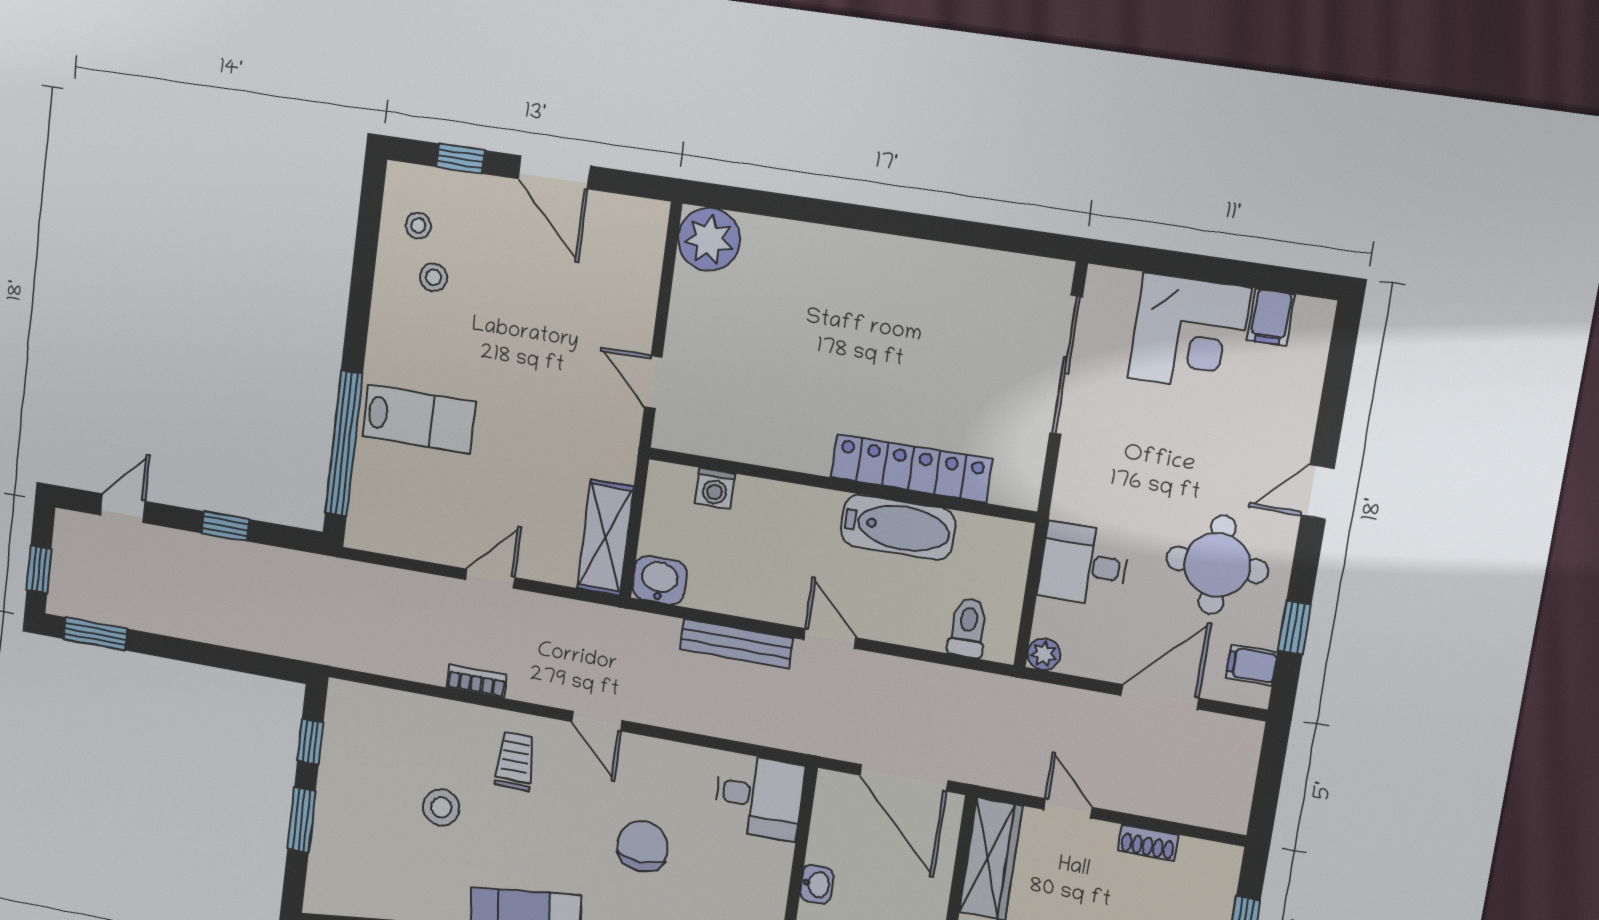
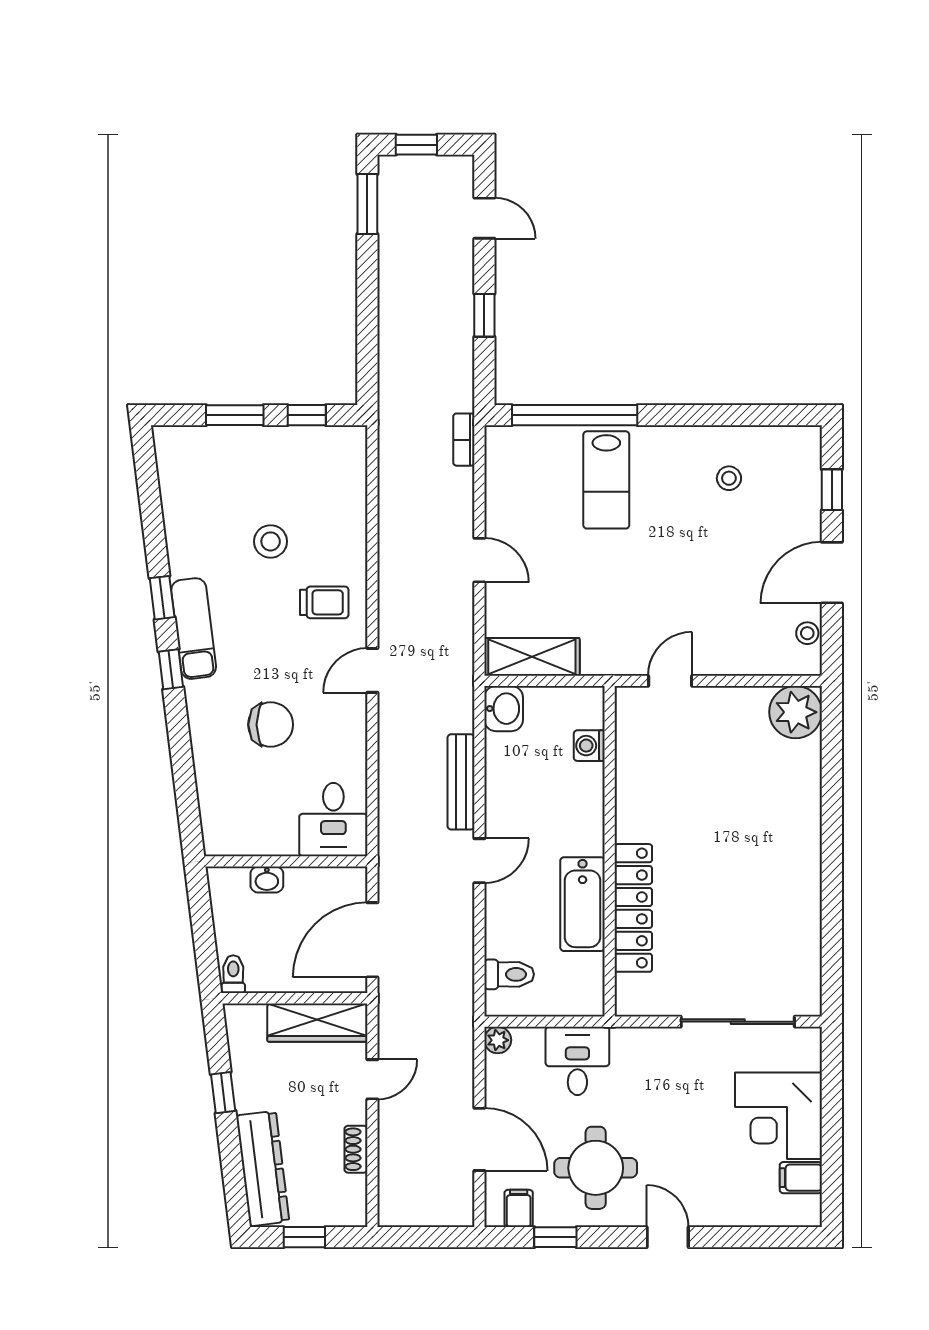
stool: (418, 226) -> (807, 633), moved
bookcase: (477, 681) -> (464, 440), moved, turned 180

